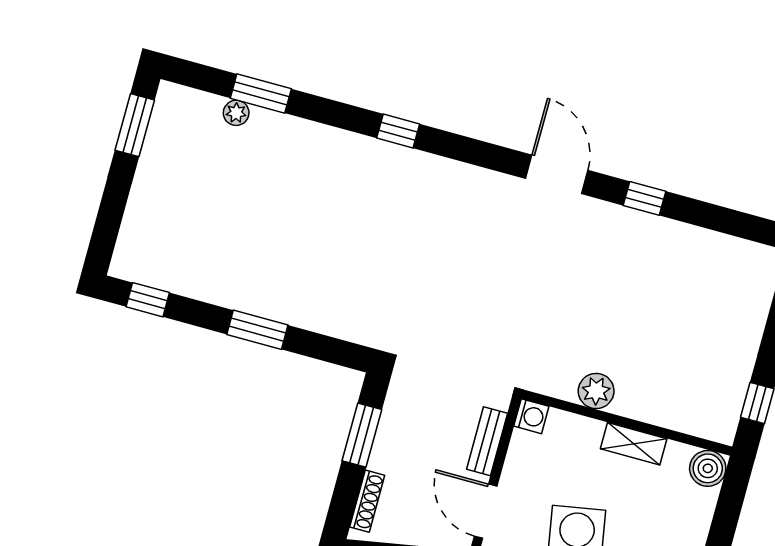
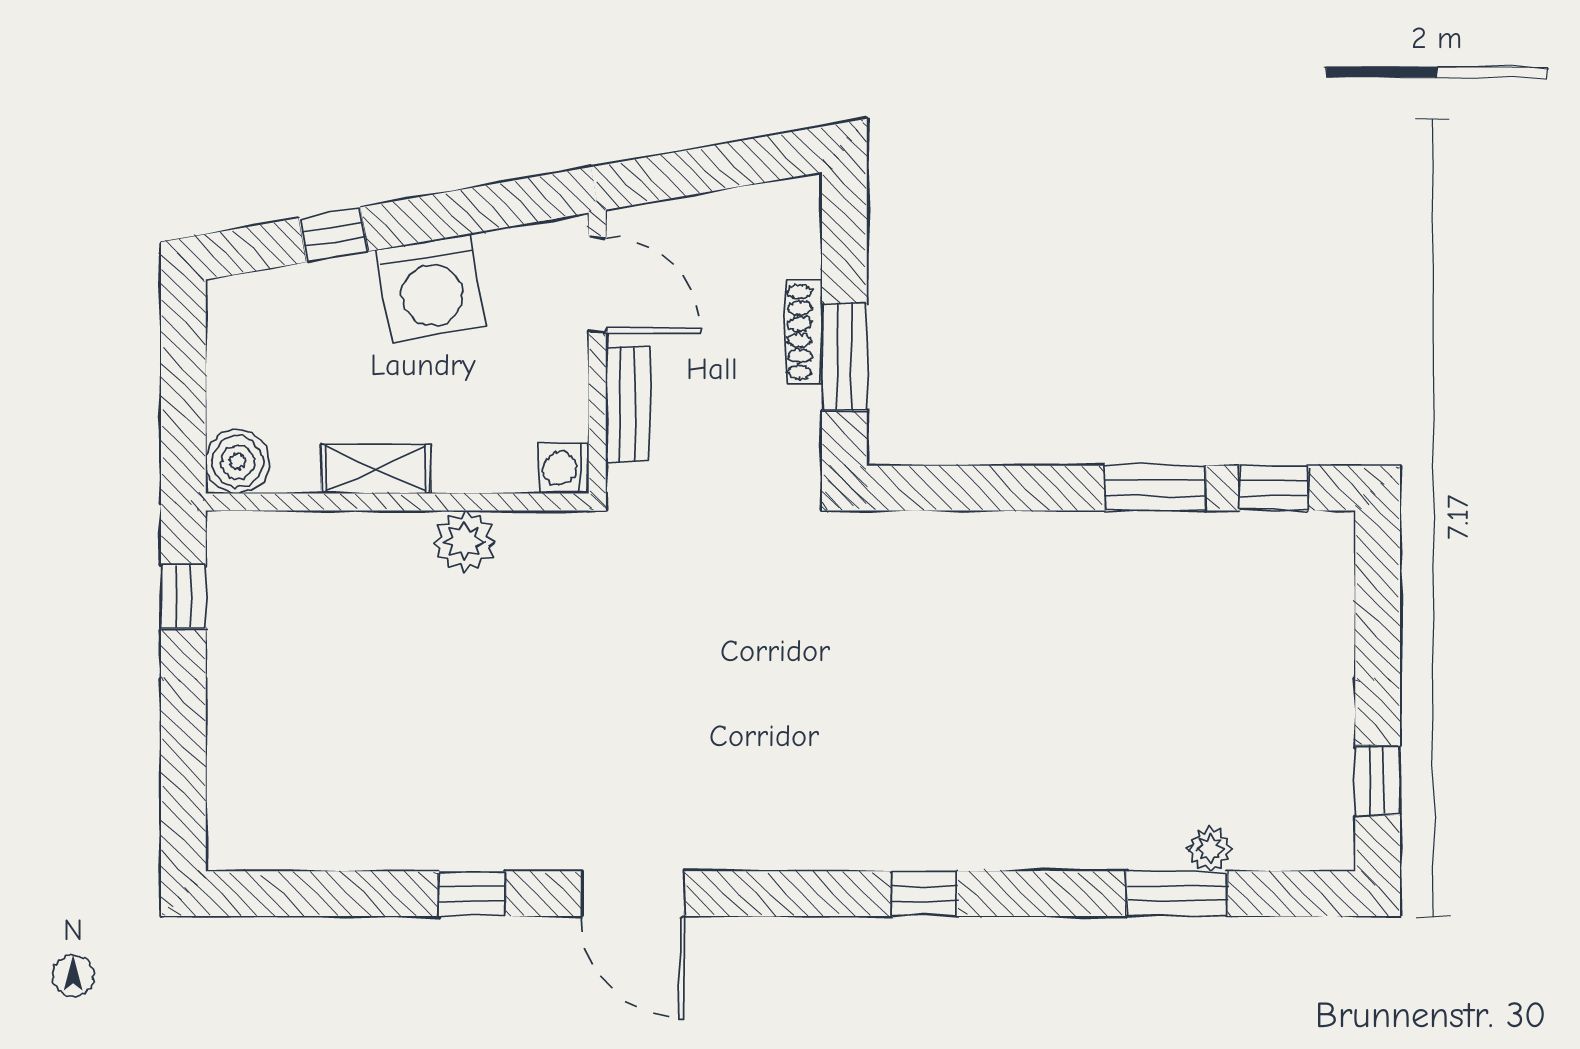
window: (135, 125) -> (1378, 780), width x0.67
window: (257, 330) -> (1155, 488), moved
shoe rack: (367, 501) -> (804, 332), moved

